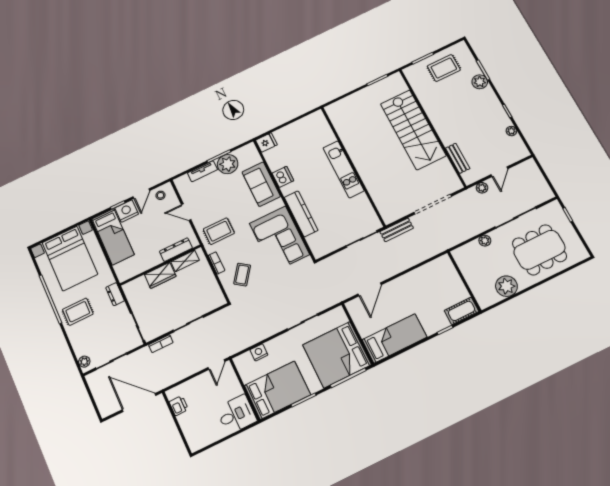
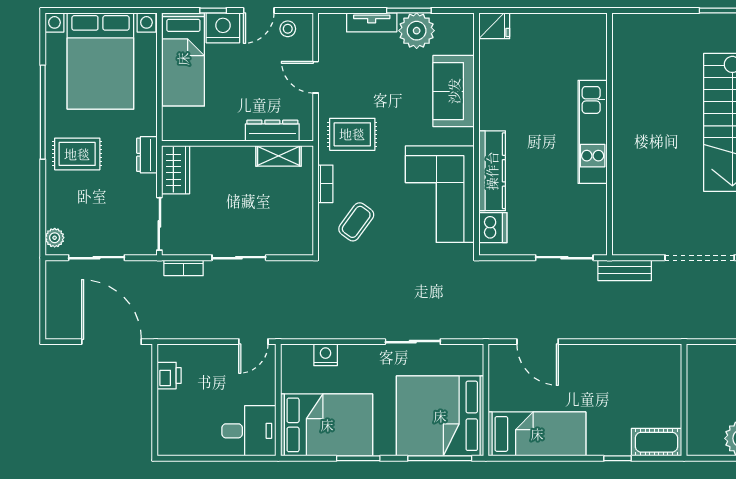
dishwasher: (283, 177) -> (493, 228), moved
wardrobe: (160, 275) -> (176, 170), moved, turned -90
door: (370, 289) -> (538, 342), hinge flipped

